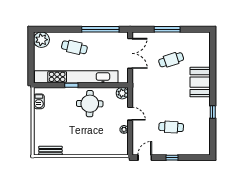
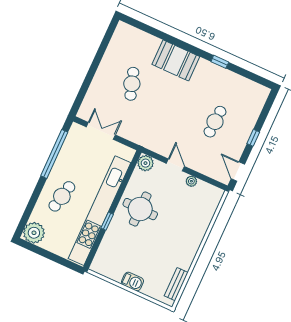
window: (167, 29) -> (92, 72), removed
double door: (130, 53) -> (101, 131), width x0.73
barbecue: (39, 101) -> (133, 282), moved
door: (130, 114) -> (175, 165), hinge flipped

